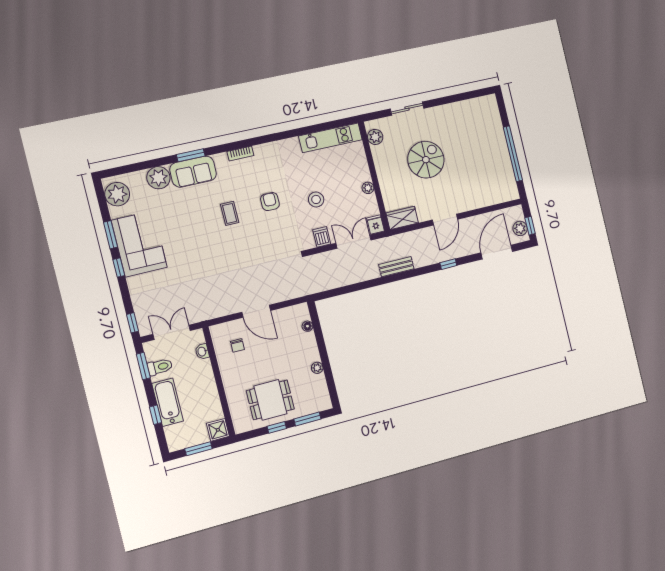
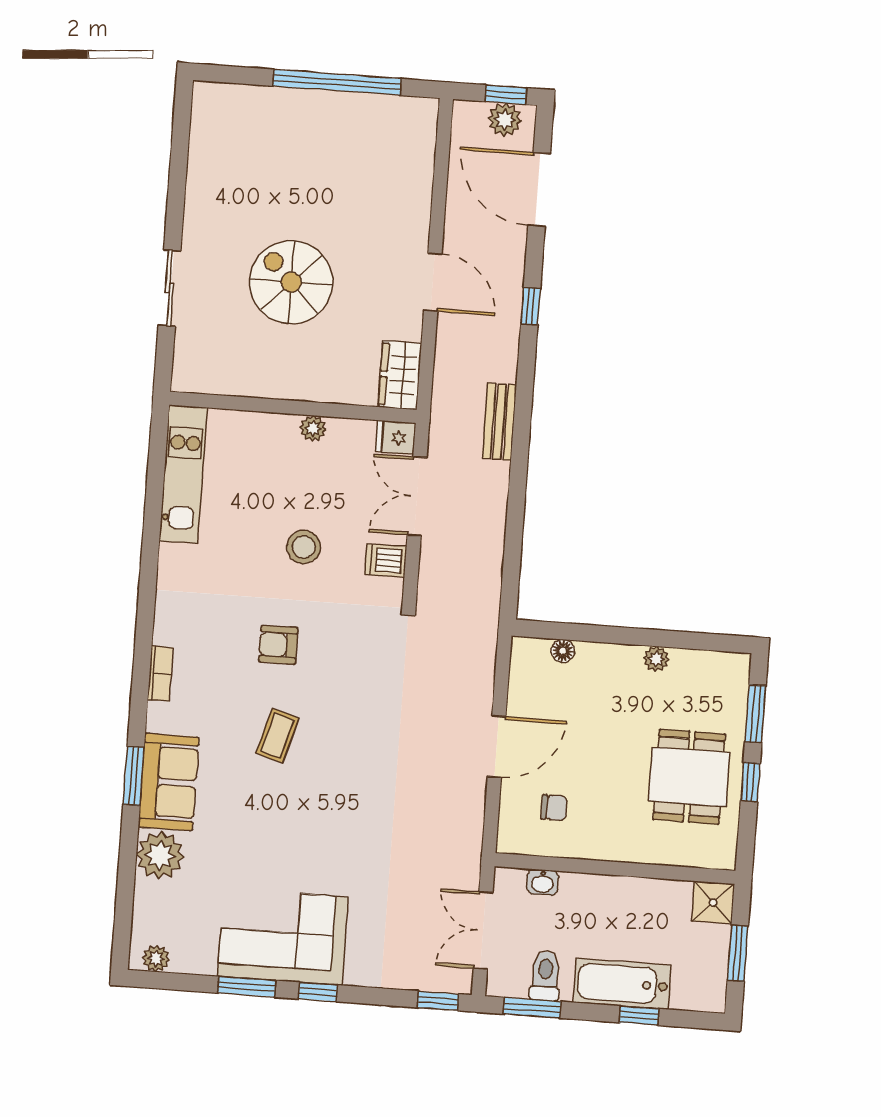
plant: (375, 137) -> (210, 377), removed
plant: (117, 194) -> (156, 958), width x0.53, depth x0.53
coffee table: (230, 213) -> (277, 736), turned -74

